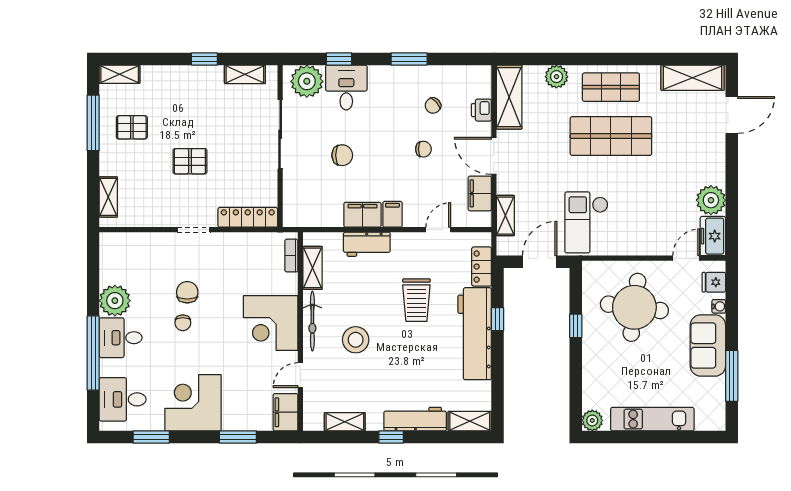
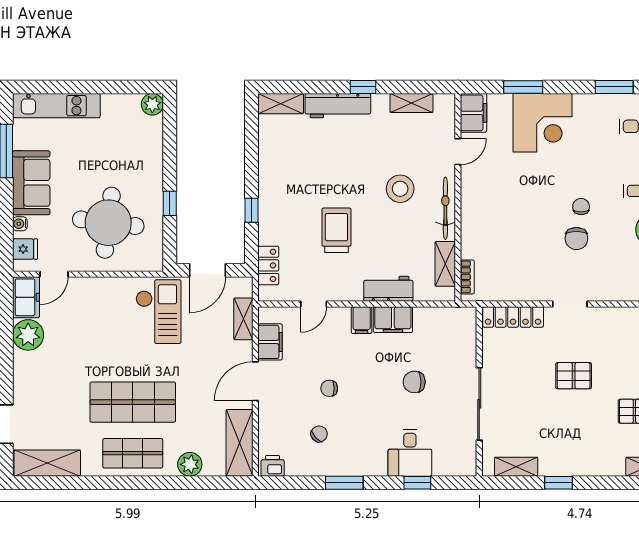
plant: (307, 81) -> (451, 459), removed
printer: (481, 110) -> (273, 466), moved, turned -90
door: (494, 156) -> (255, 381), swing flipped
corner desk: (271, 323) -> (489, 206), removed
workbench: (475, 334) -> (275, 195), removed
corner desk: (193, 403) -> (542, 123), moved
kitchen unit: (652, 419) -> (56, 106), moved

